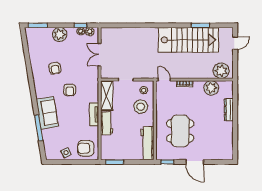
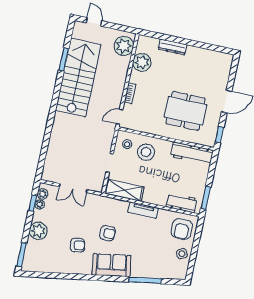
sofa: (47, 113) -> (112, 265), moved
workbench: (107, 123) -> (182, 203), moved

